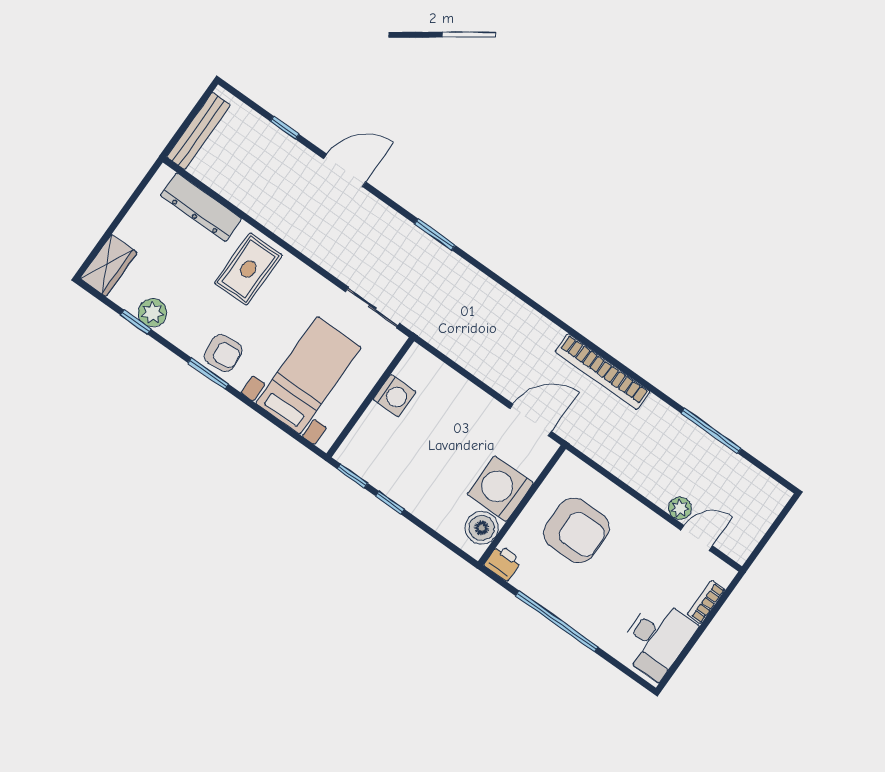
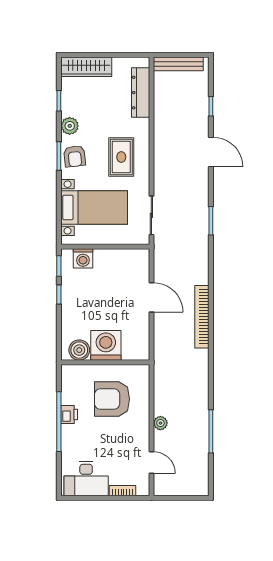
wardrobe: (109, 265) -> (86, 67), width x1.50
rug: (248, 269) -> (121, 157), moved, turned 90
plant: (152, 313) -> (70, 126), moved
bookcase: (603, 372) -> (202, 317), moved
washing machine: (394, 396) -> (83, 258), moved
door: (531, 420) -> (151, 297), moved
plant: (680, 508) -> (160, 423), moved
armchair: (576, 530) -> (112, 399), turned 90
printer: (503, 563) -> (69, 415), moved

